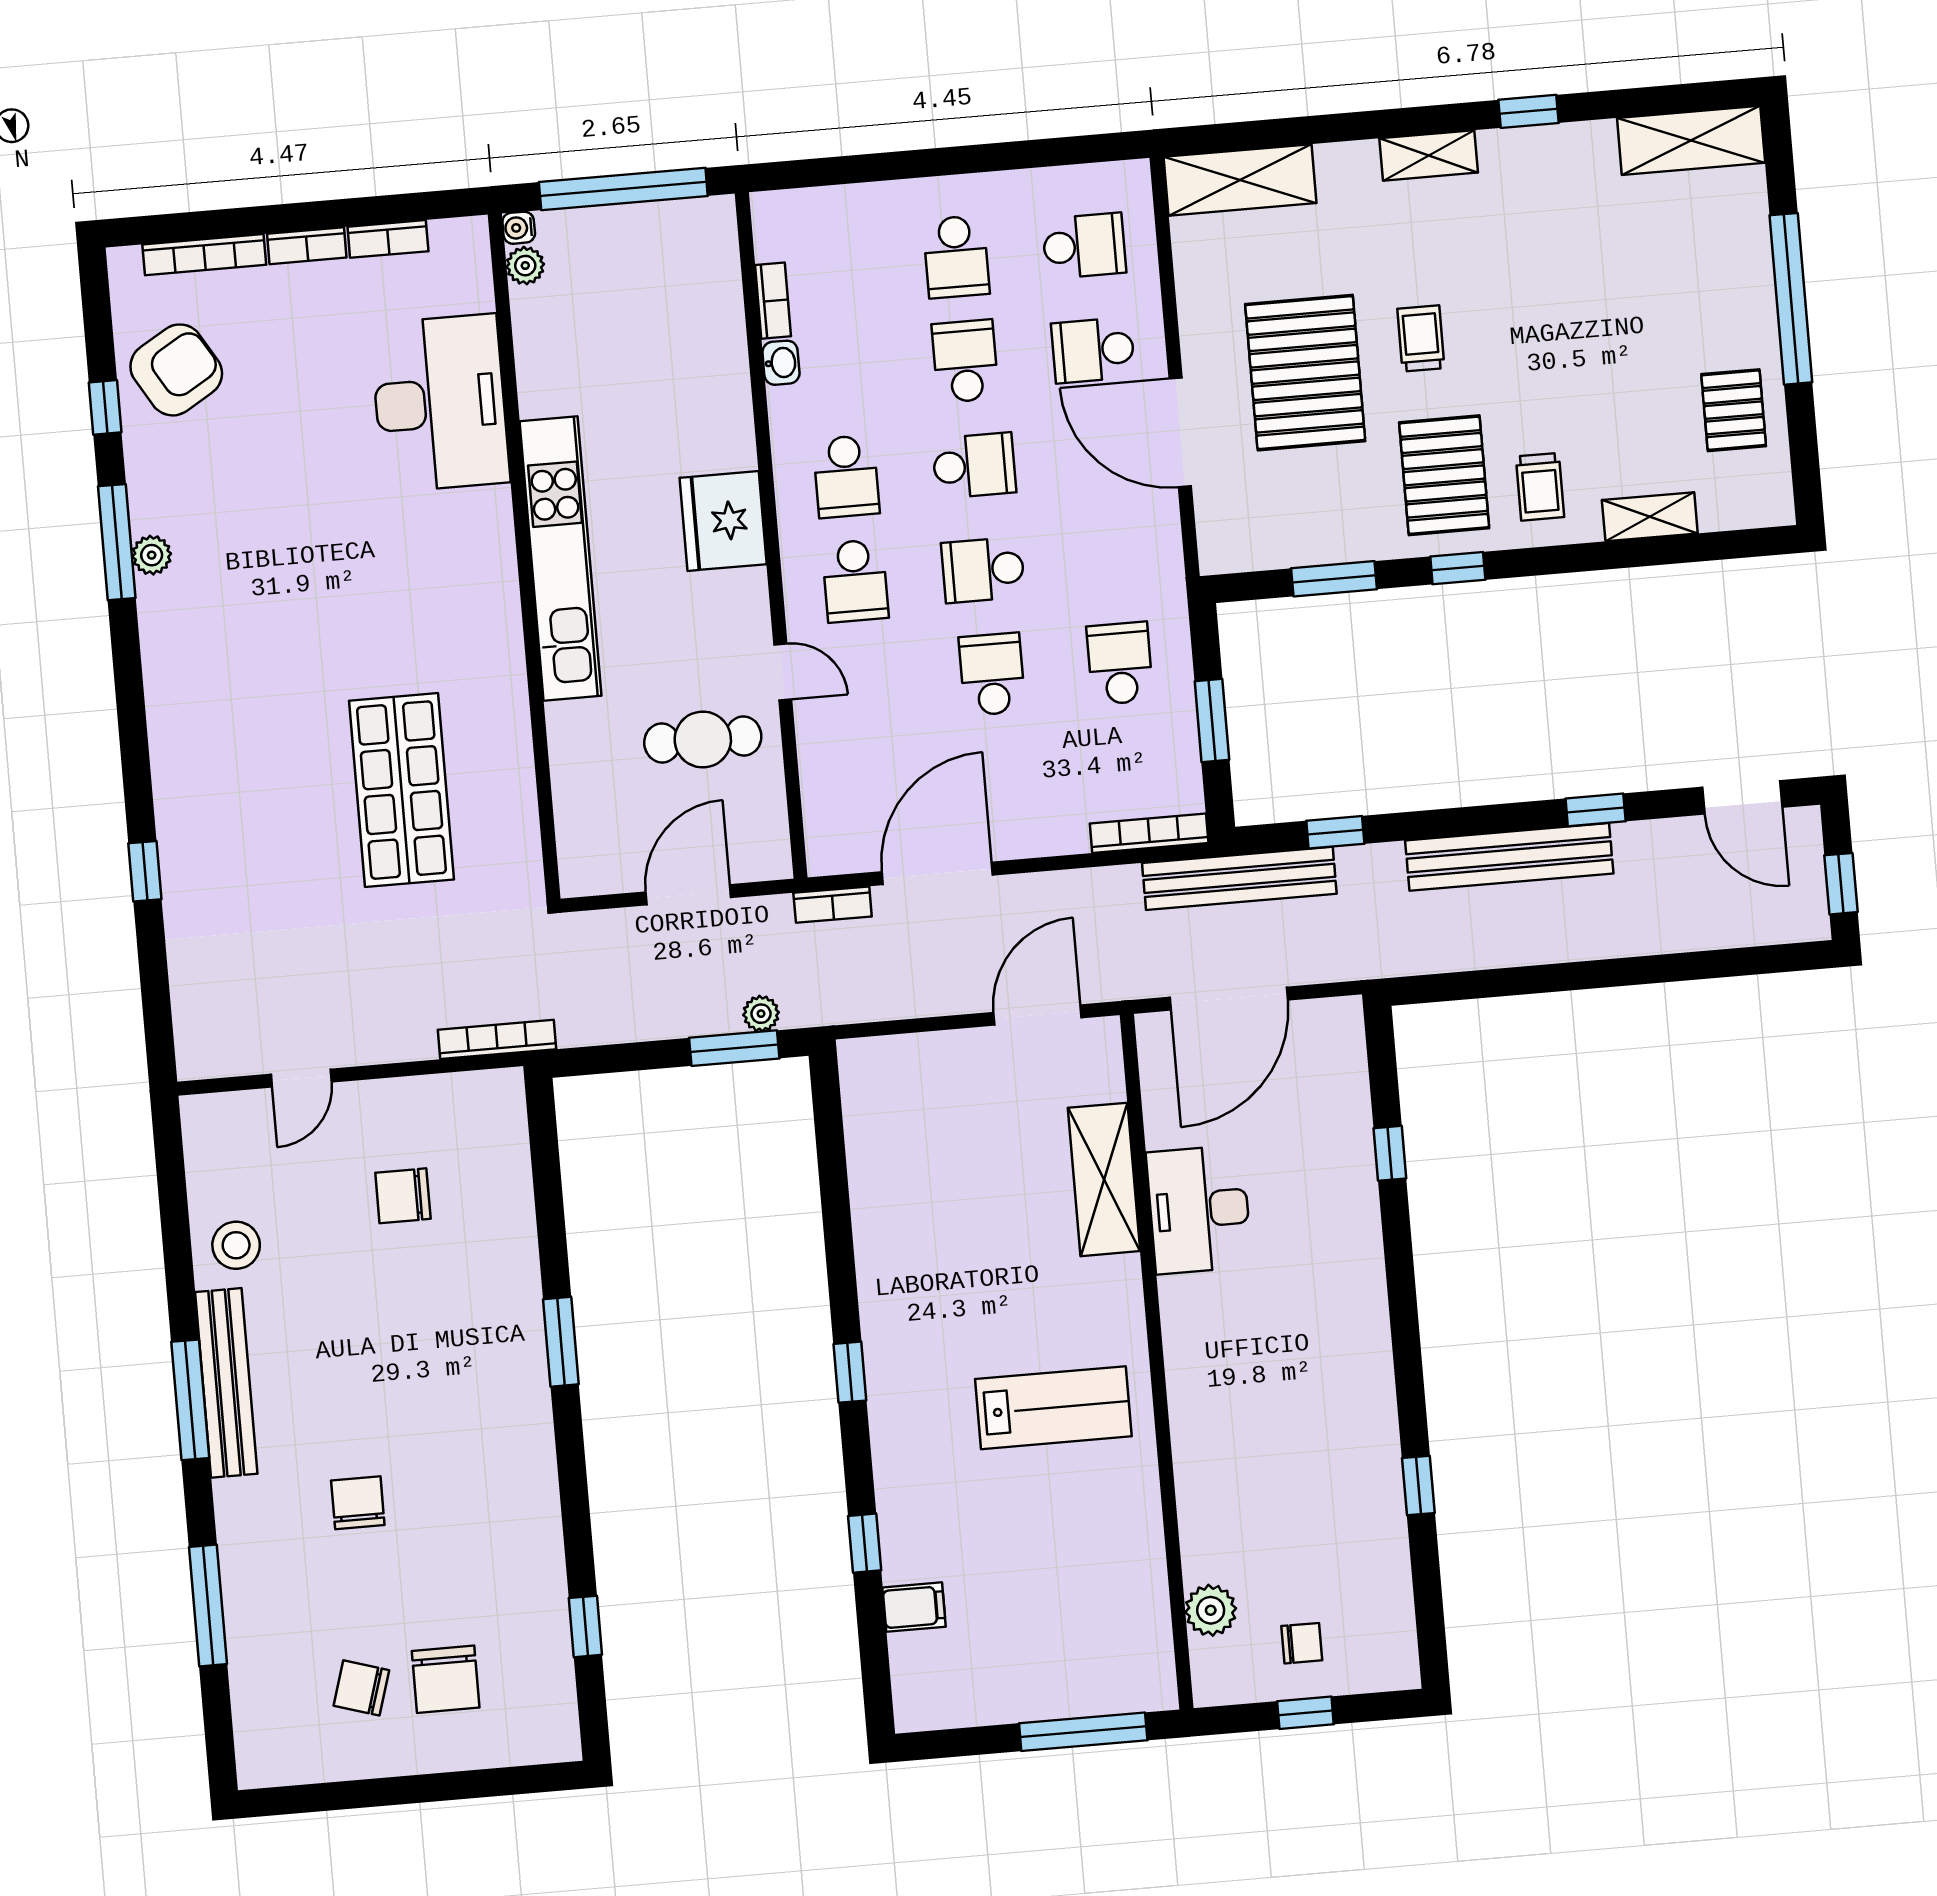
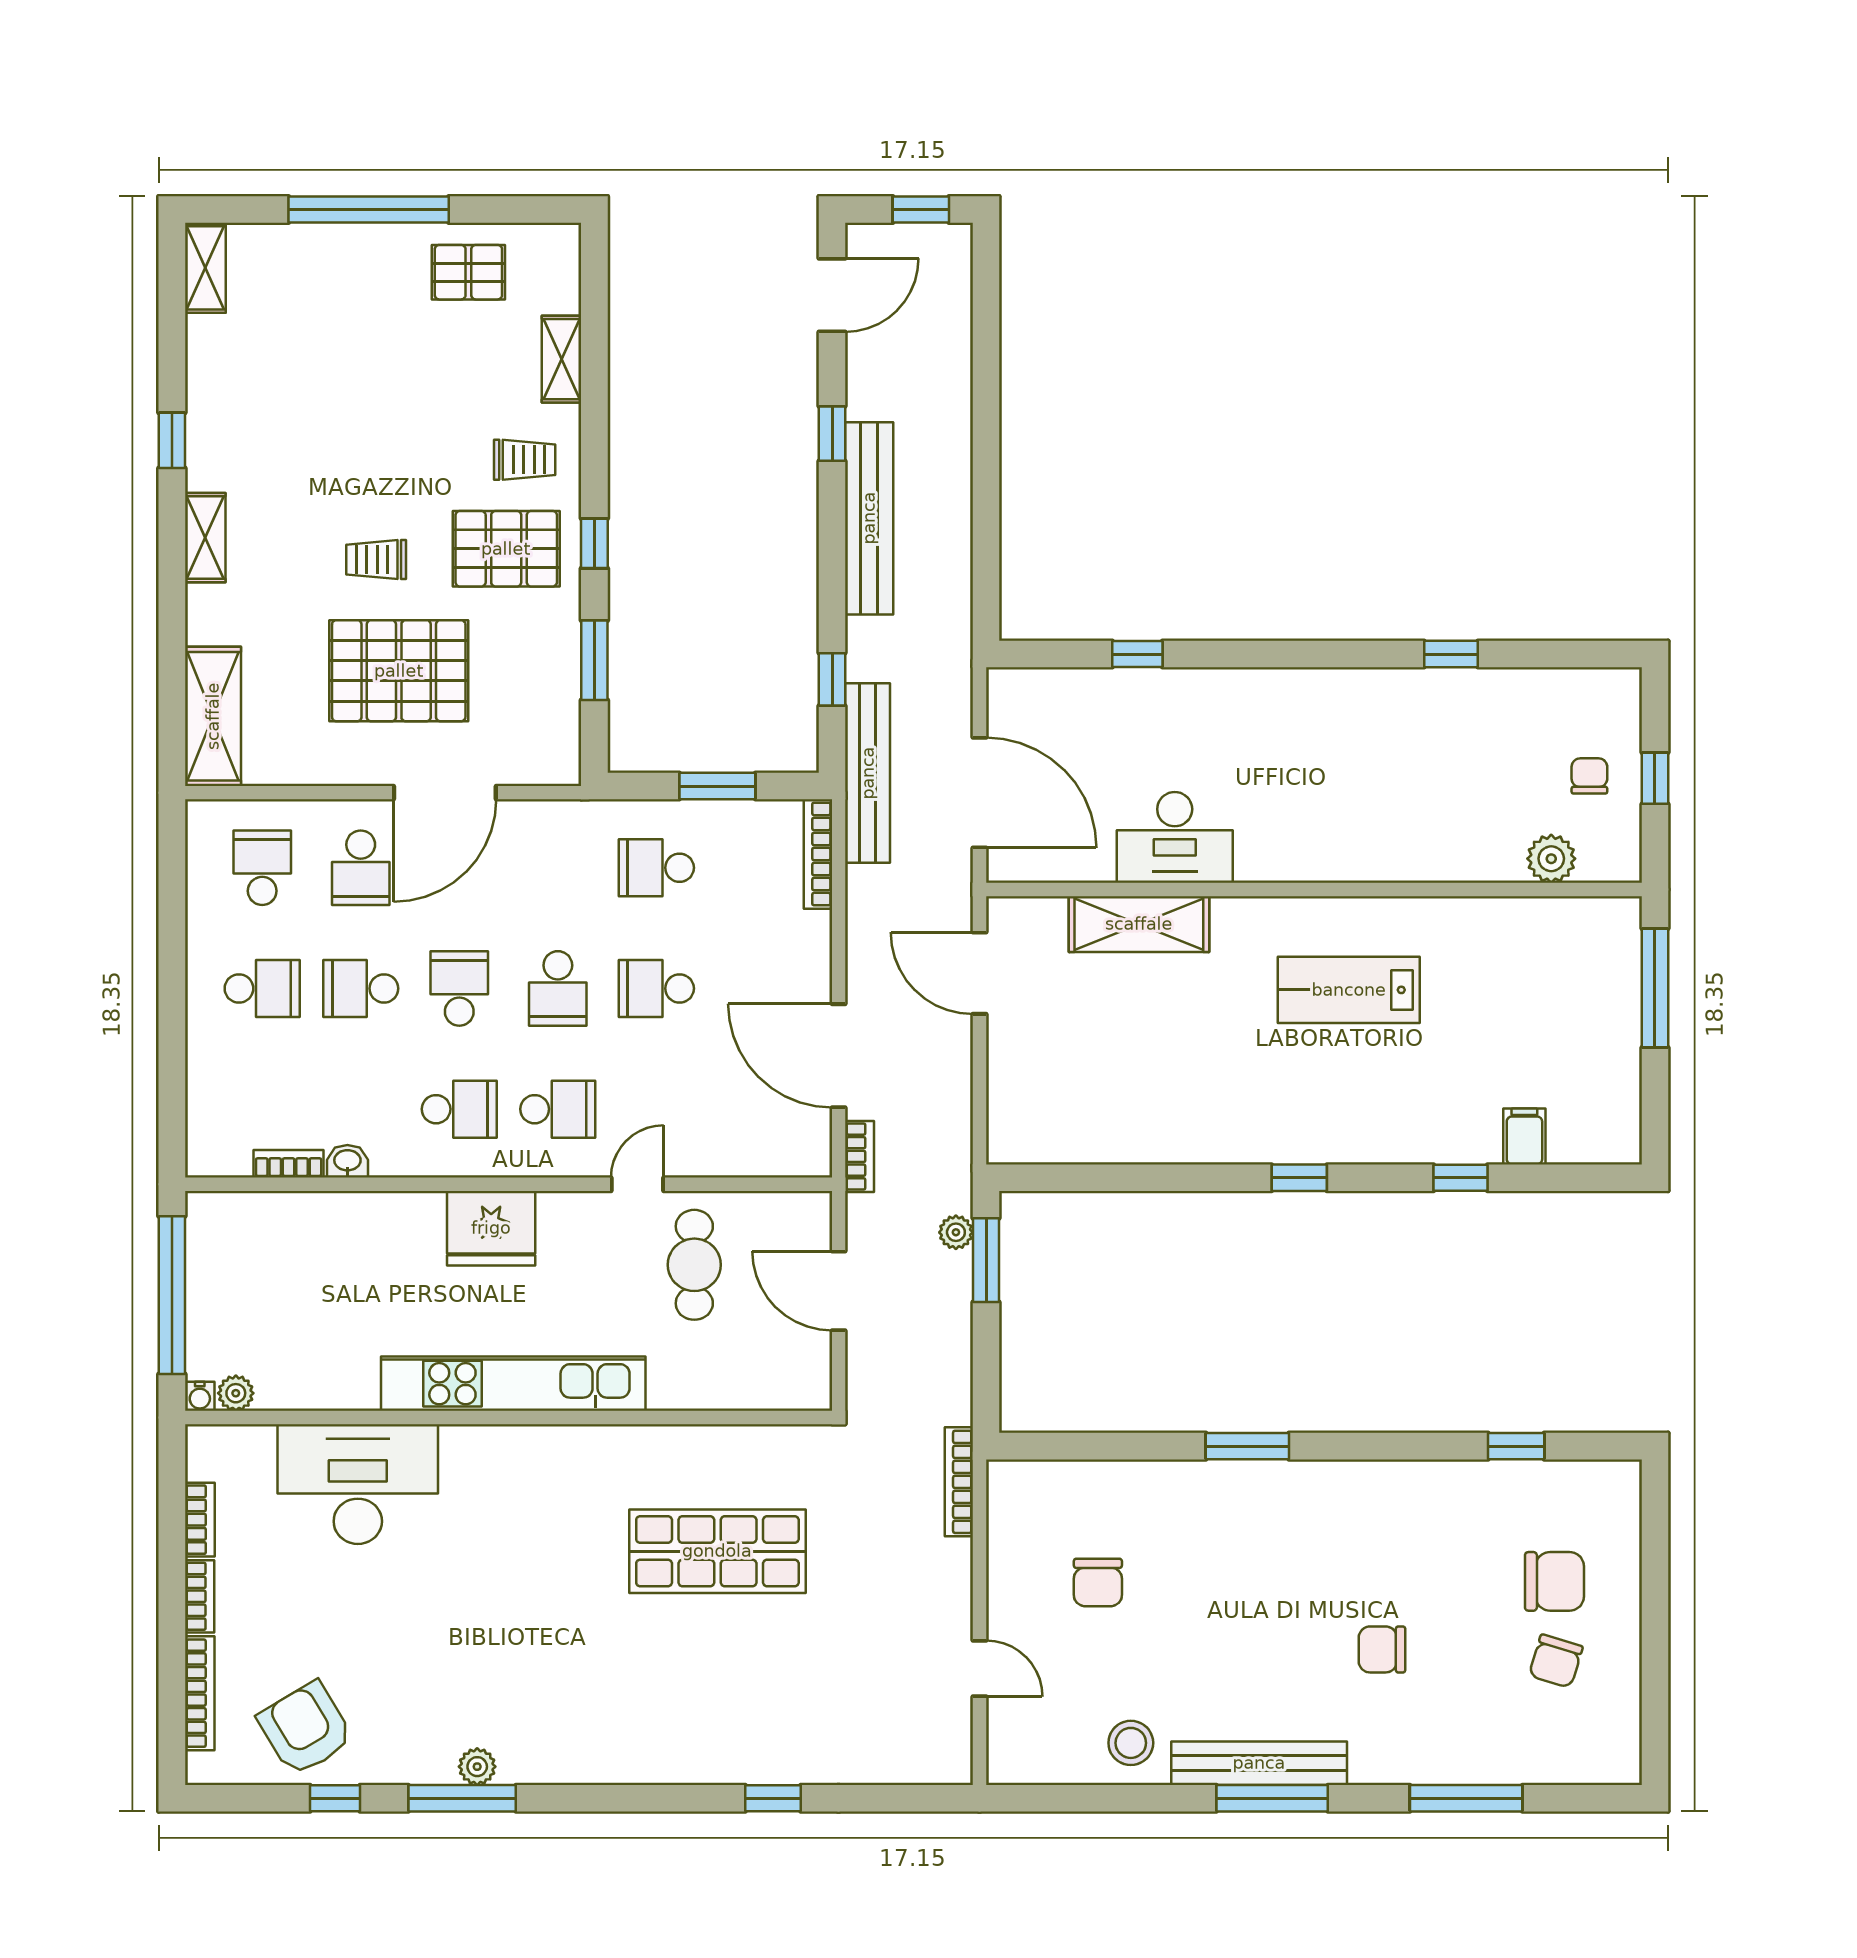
shelving: (1691, 140) -> (205, 268), width x0.67, depth x0.75
lab bench: (1053, 1408) -> (1349, 990), turned -90

